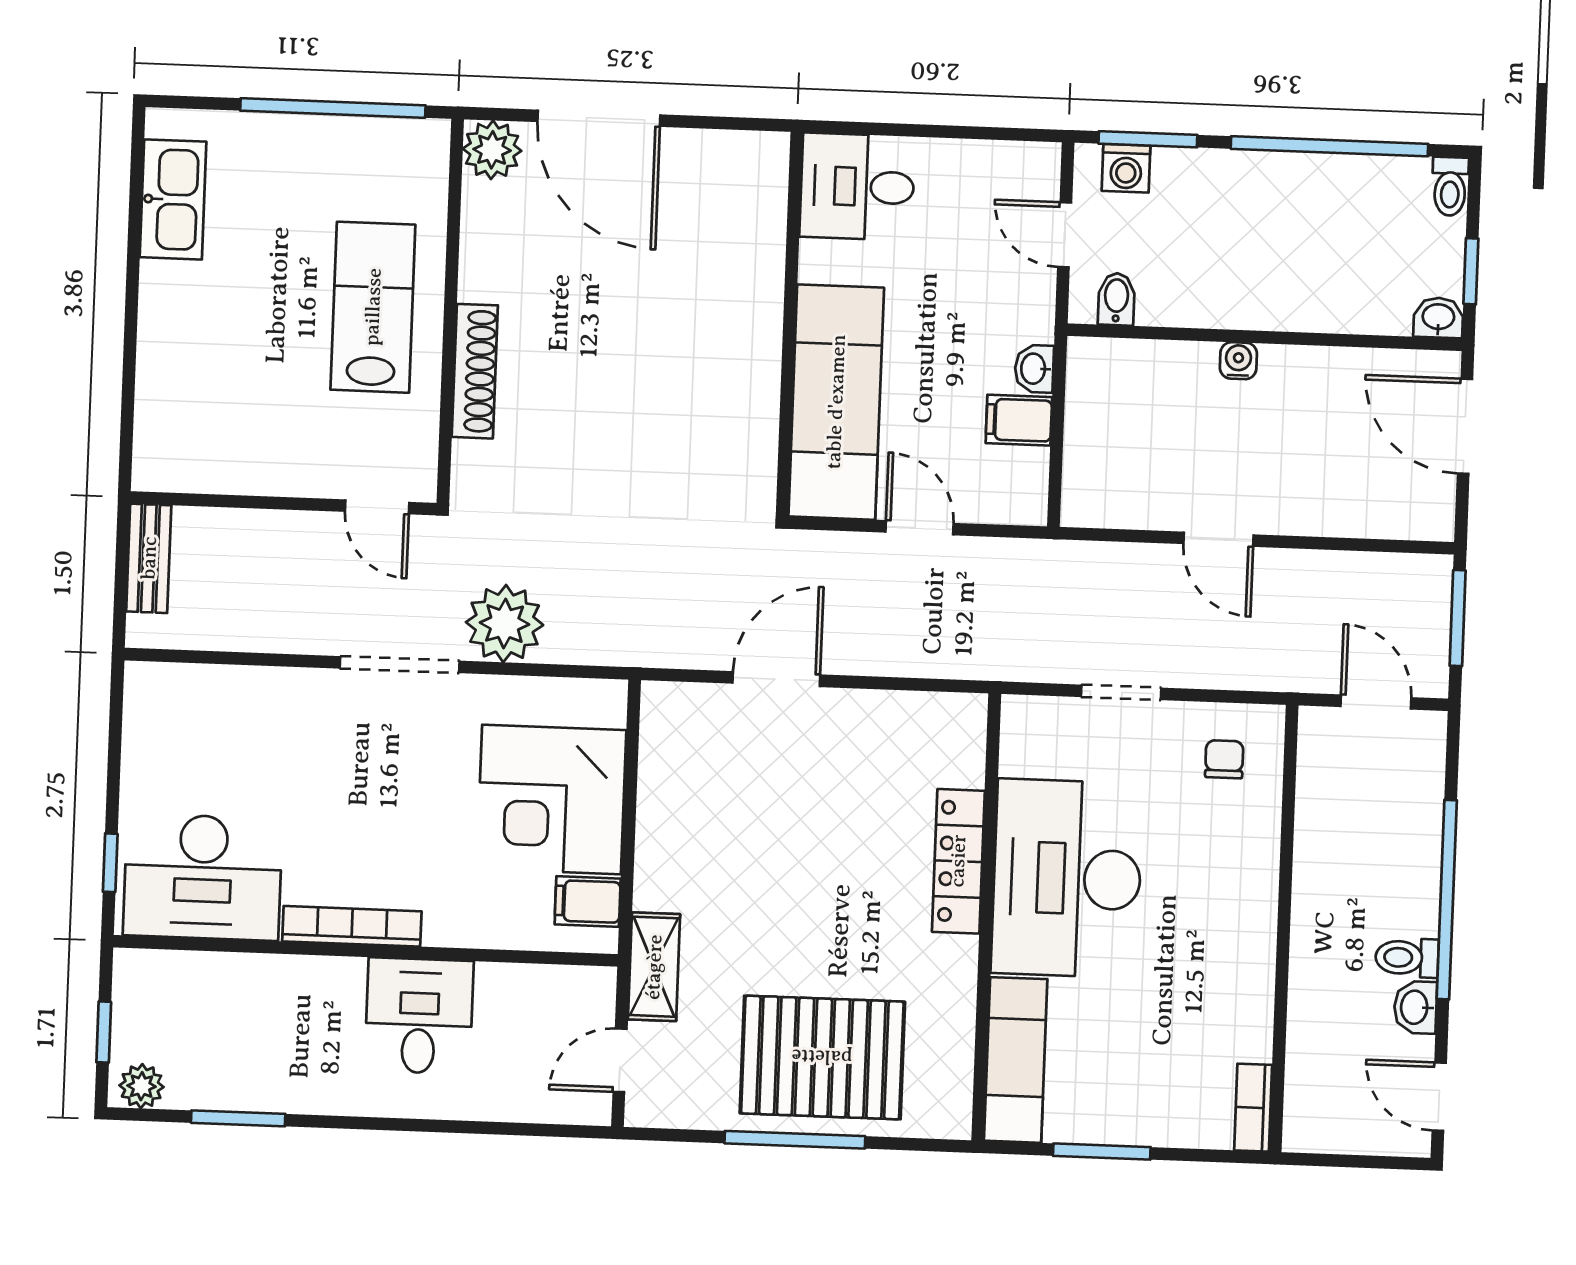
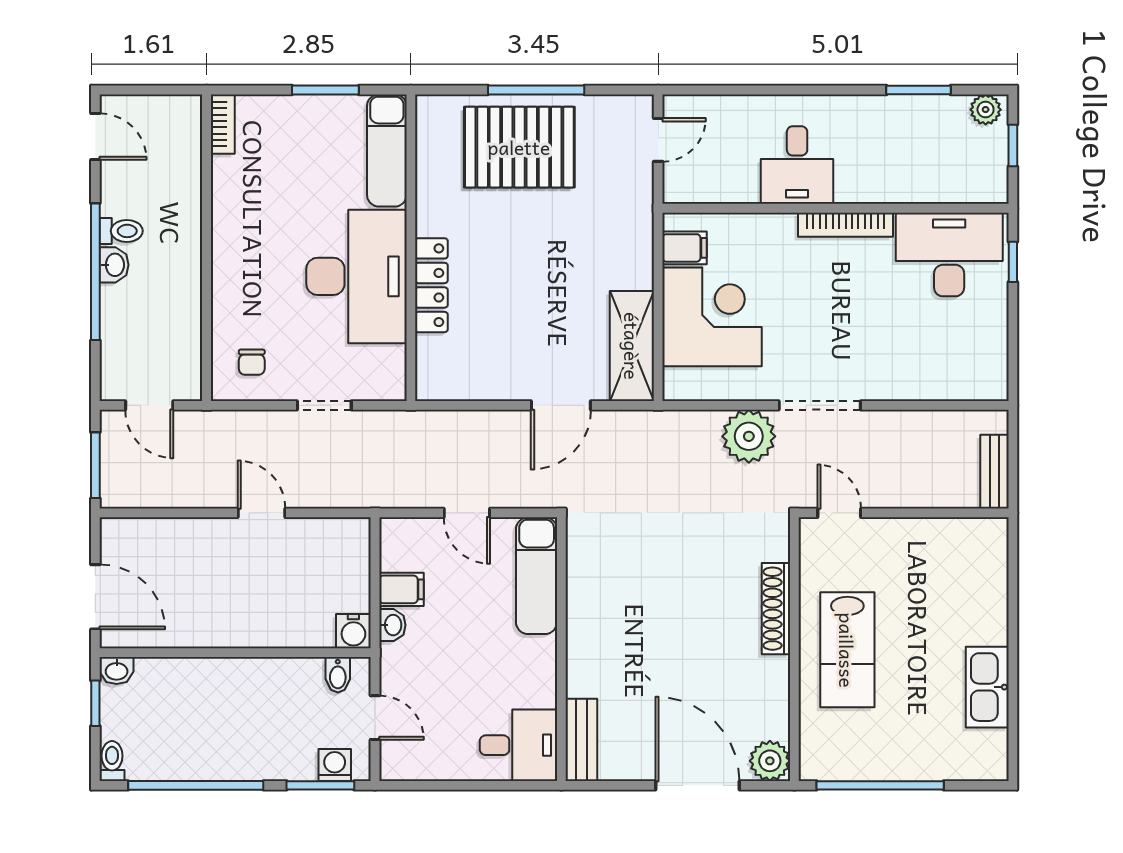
bench: (765, 191) -> (581, 740), added
kitchen sink: (173, 199) -> (987, 687), moved
water cooler: (1238, 361) -> (353, 631), moved, width x1.38, depth x1.38
exam couch: (836, 402) -> (537, 576), width x0.73, depth x0.69
shelving: (654, 967) -> (632, 346), moved, width x1.50, depth x1.33
washbasin: (1415, 1007) -> (114, 265), moved

